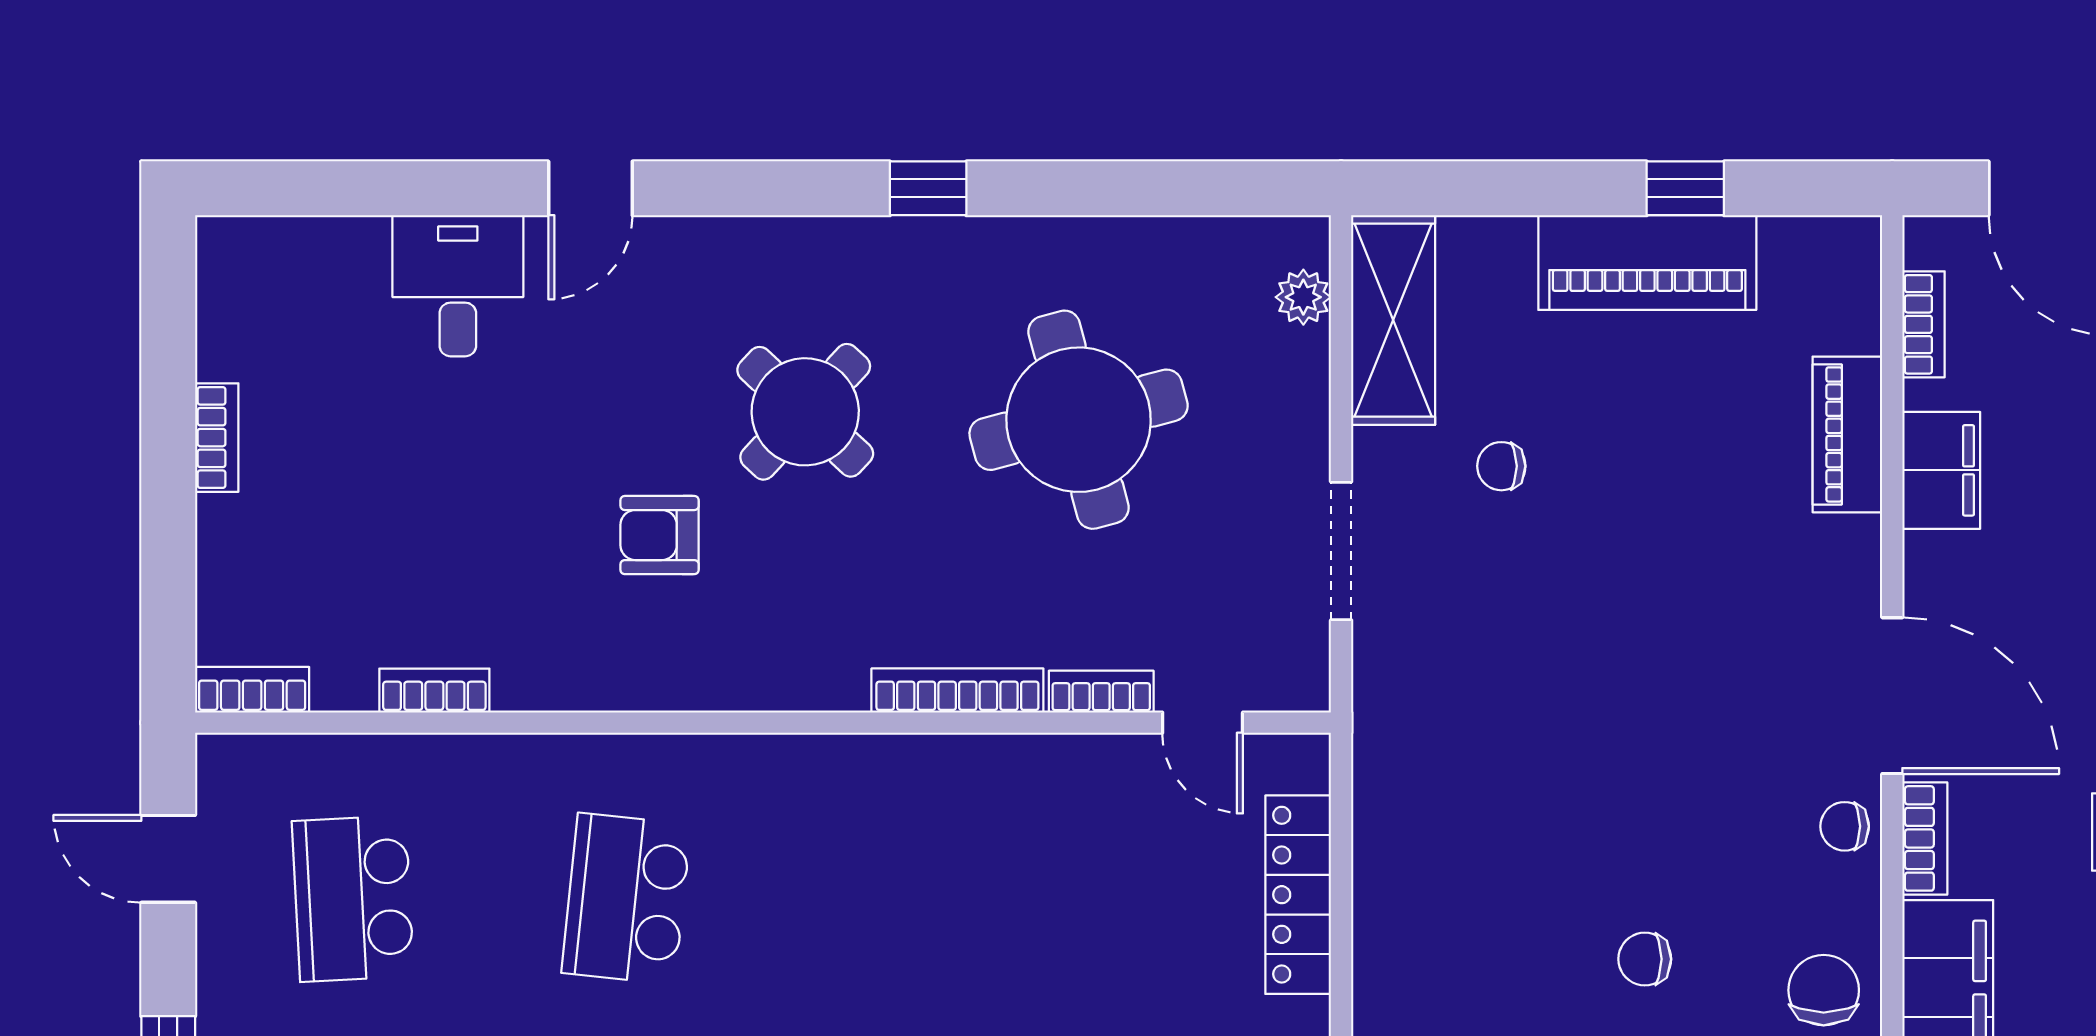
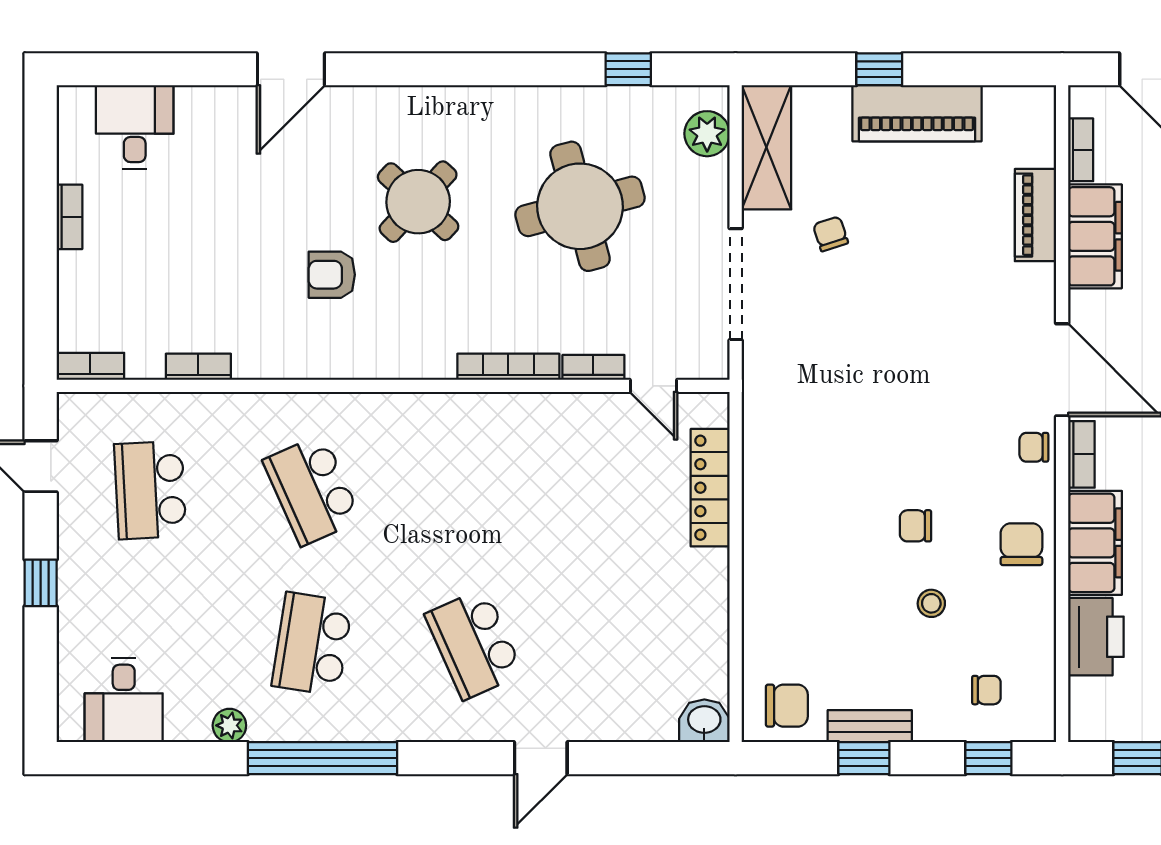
door: (590, 188) -> (291, 69), width x1.38
window: (928, 188) -> (628, 69), moved
window: (1685, 188) -> (879, 69), moved
desk: (458, 286) -> (135, 127), moved
plant: (1303, 297) -> (707, 134), width x1.38, depth x1.38
chair: (1501, 466) -> (830, 234), turned 72
filing cabinet: (1941, 470) -> (1095, 236), width x1.50, depth x1.17
doorway: (1341, 551) -> (736, 284), width x1.36
school desk: (626, 899) -> (312, 490), turned -30

